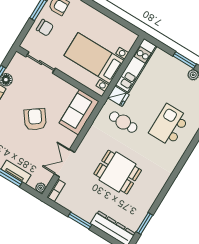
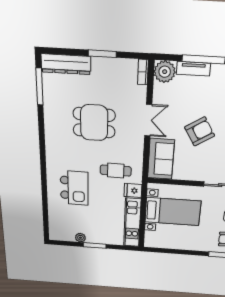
armchair: (35, 119) -> (200, 131), turned -86
double door: (65, 163) -> (148, 120), moved
plant: (41, 188) -> (165, 72), width x1.87, depth x1.87
window: (145, 224) -> (39, 87), width x1.44

